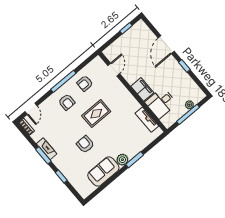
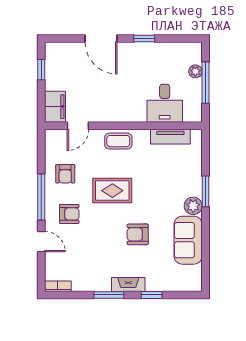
door: (114, 70) -> (78, 126), swing flipped
filing cabinet: (142, 89) -> (55, 107), moved, turned 90
coffee table: (123, 96) -> (118, 141), added
door: (31, 109) -> (41, 242), moved
rug: (96, 114) -> (112, 191), turned 90
fireplace: (47, 149) -> (128, 284), moved

